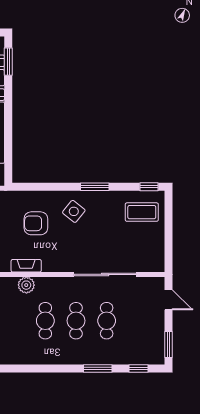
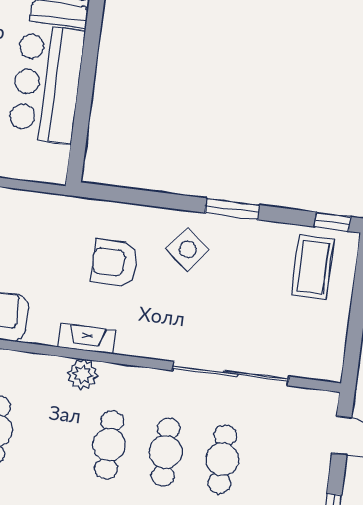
coffee table: (142, 212) -> (313, 267), turned 90

